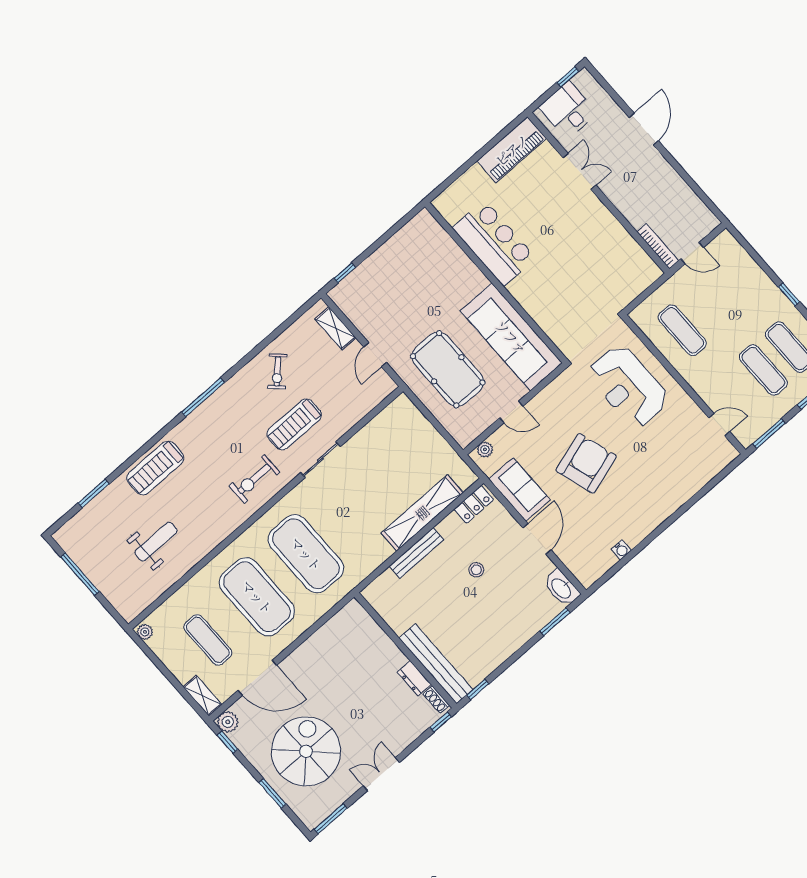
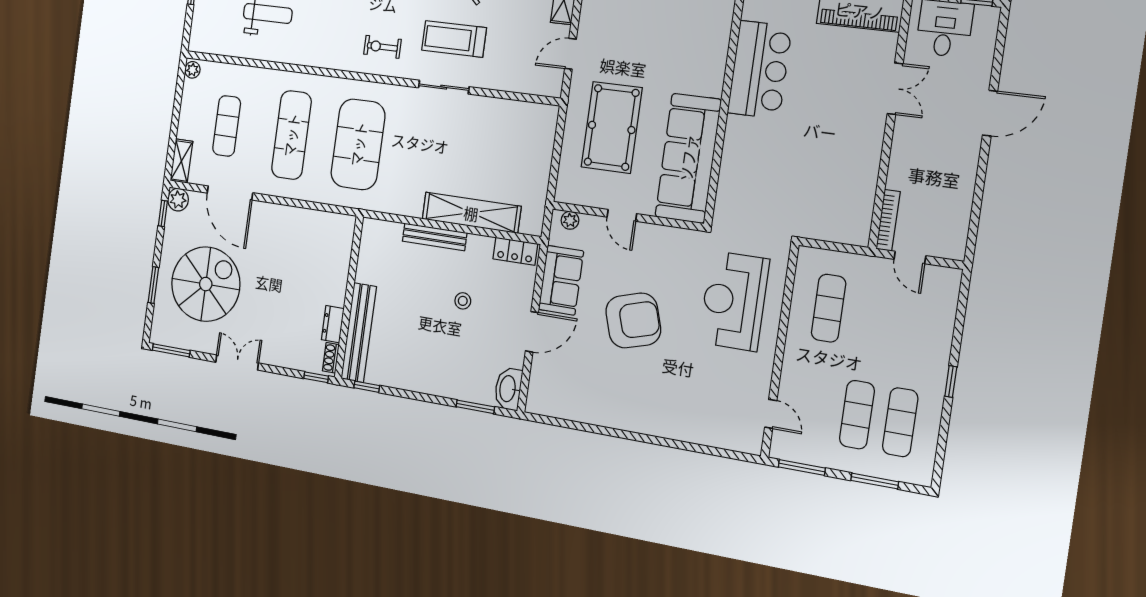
exercise bike: (254, 479) -> (382, 47), width x0.73, depth x0.72
water cooler: (621, 550) -> (584, 415), removed
exercise mat: (257, 597) -> (291, 135), width x0.68

